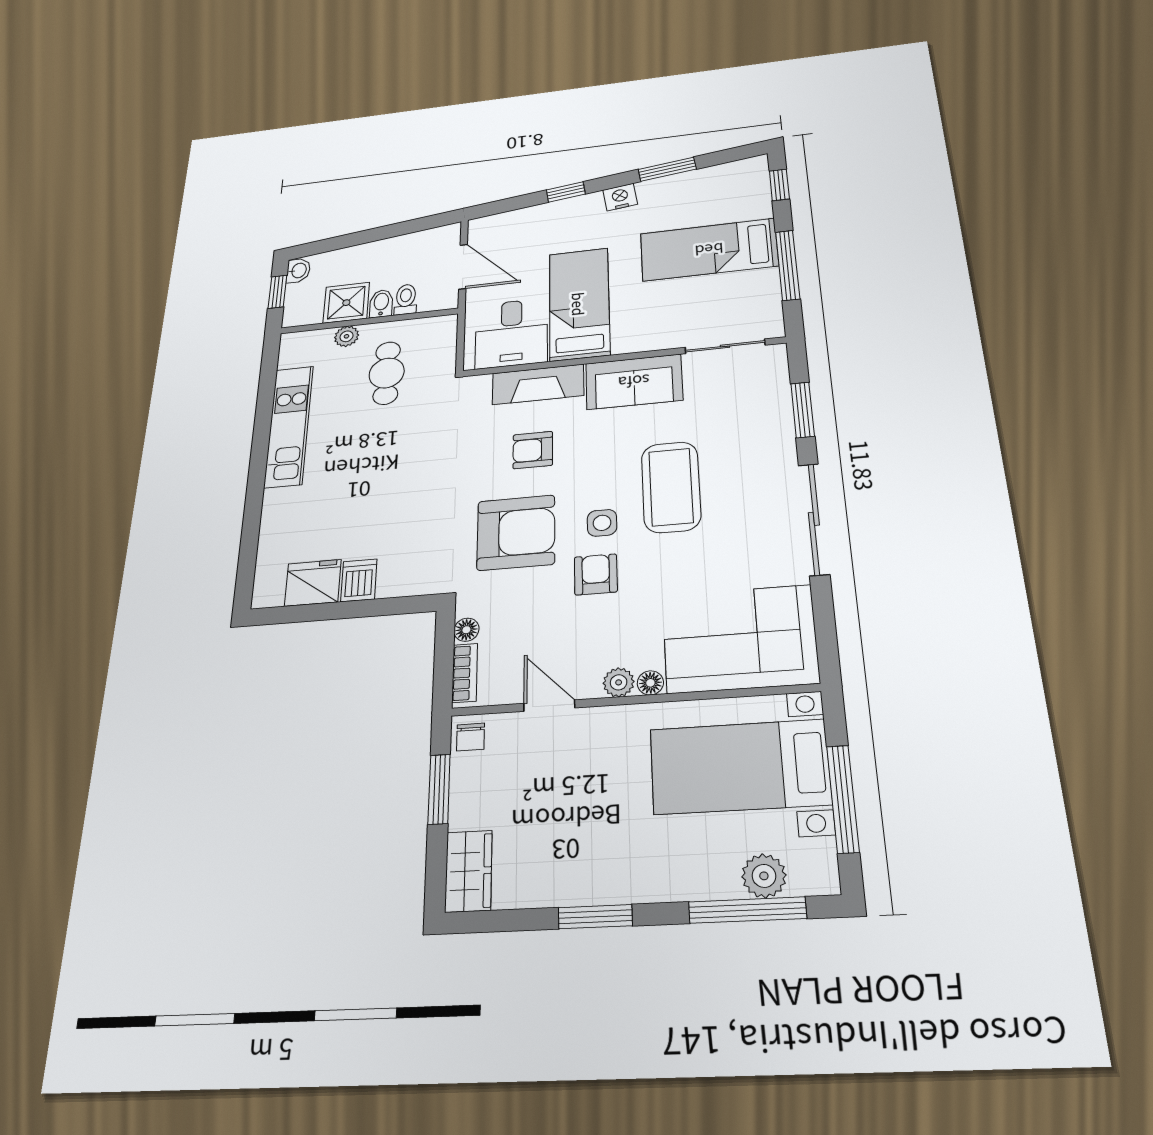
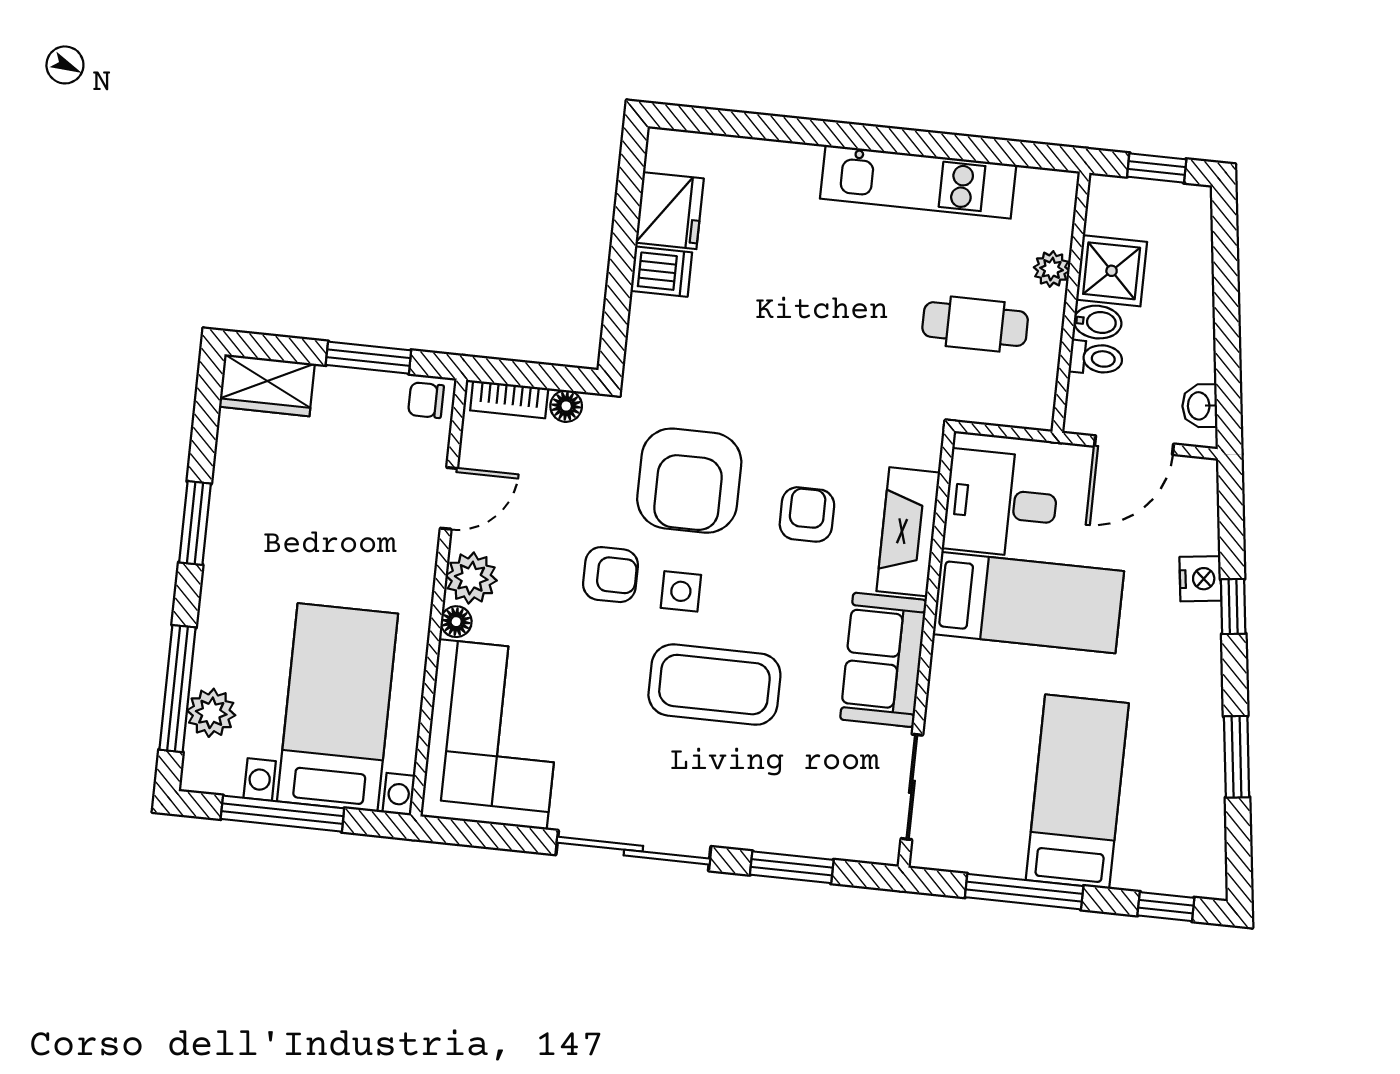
nightstand: (620, 197) -> (1200, 579), moved
washbasin: (298, 271) -> (1200, 406), moved, turned 83
plant: (619, 682) -> (471, 578), width x1.38, depth x1.38

